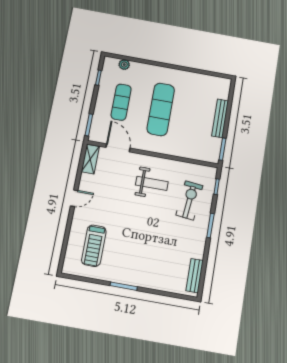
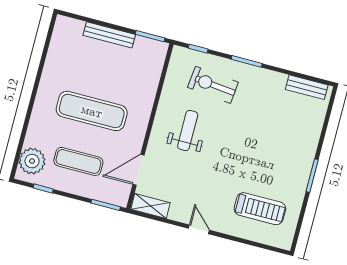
plant: (124, 65) -> (32, 161), width x1.88, depth x1.88

